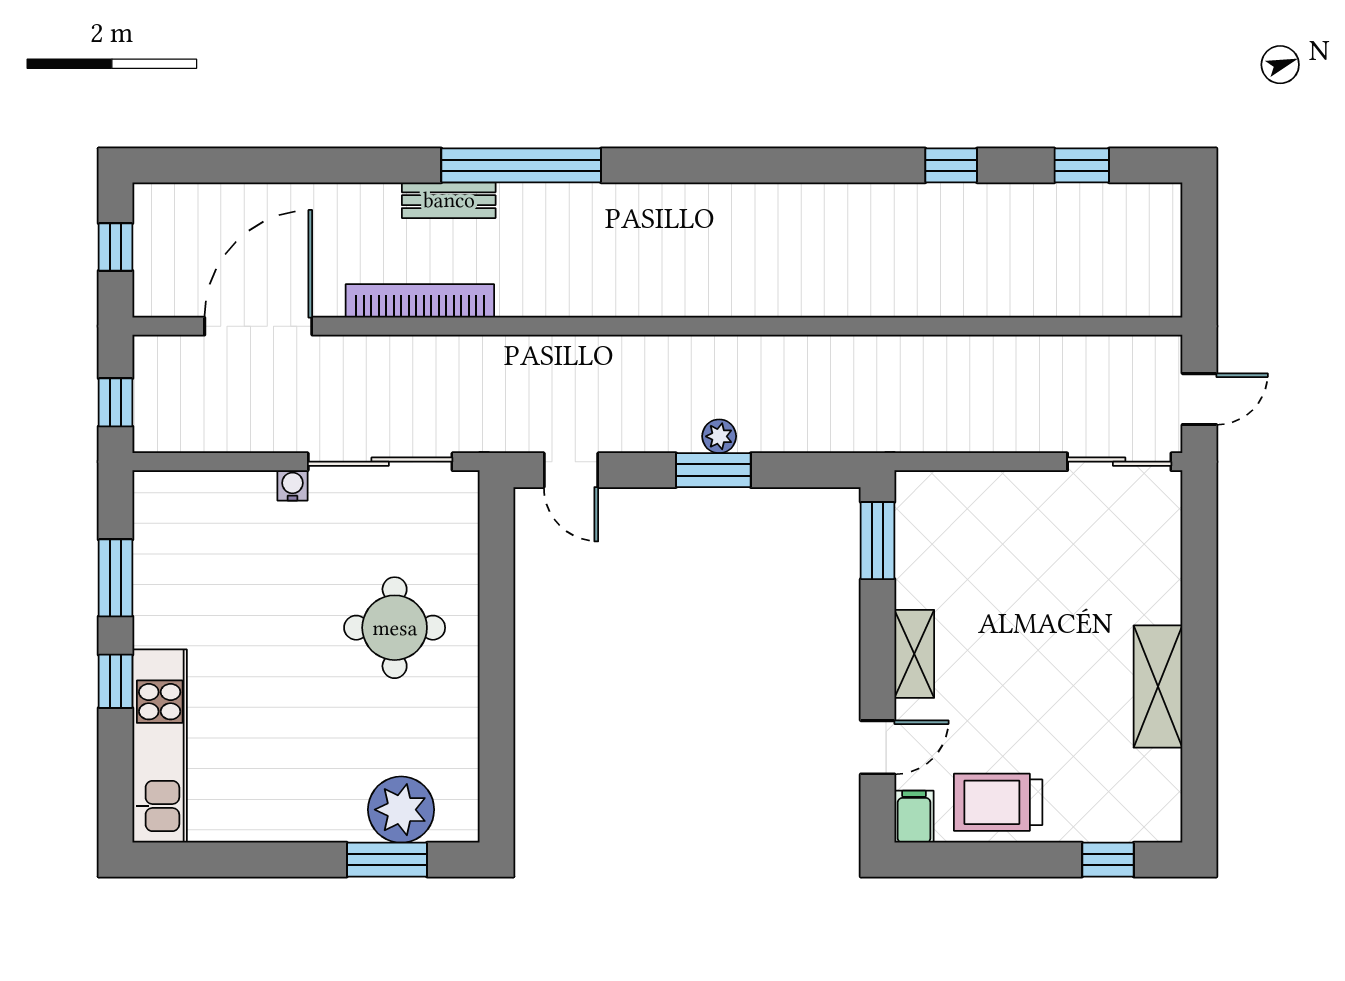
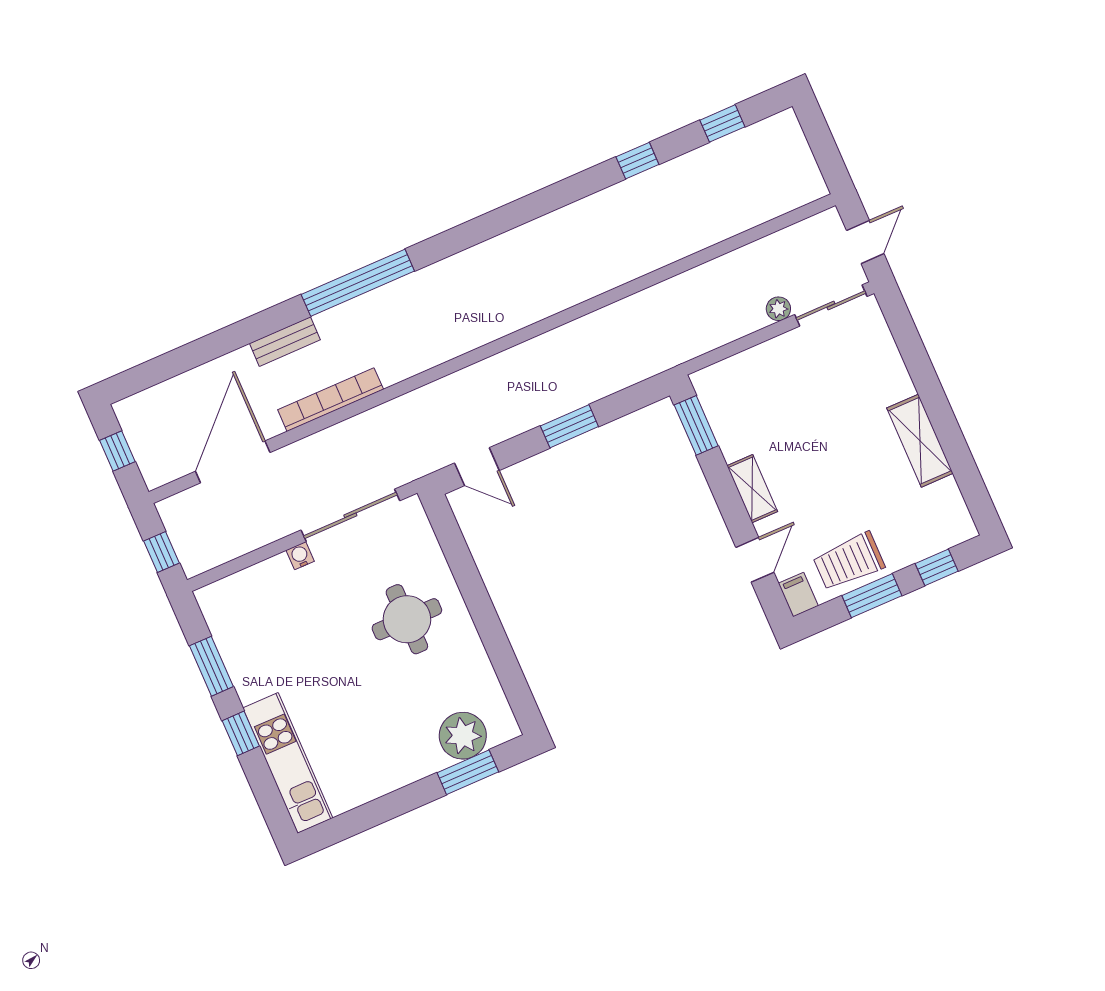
bench: (449, 200) -> (285, 342), moved
plant: (719, 436) -> (778, 309), moved
window: (1008, 860) -> (872, 596), added

